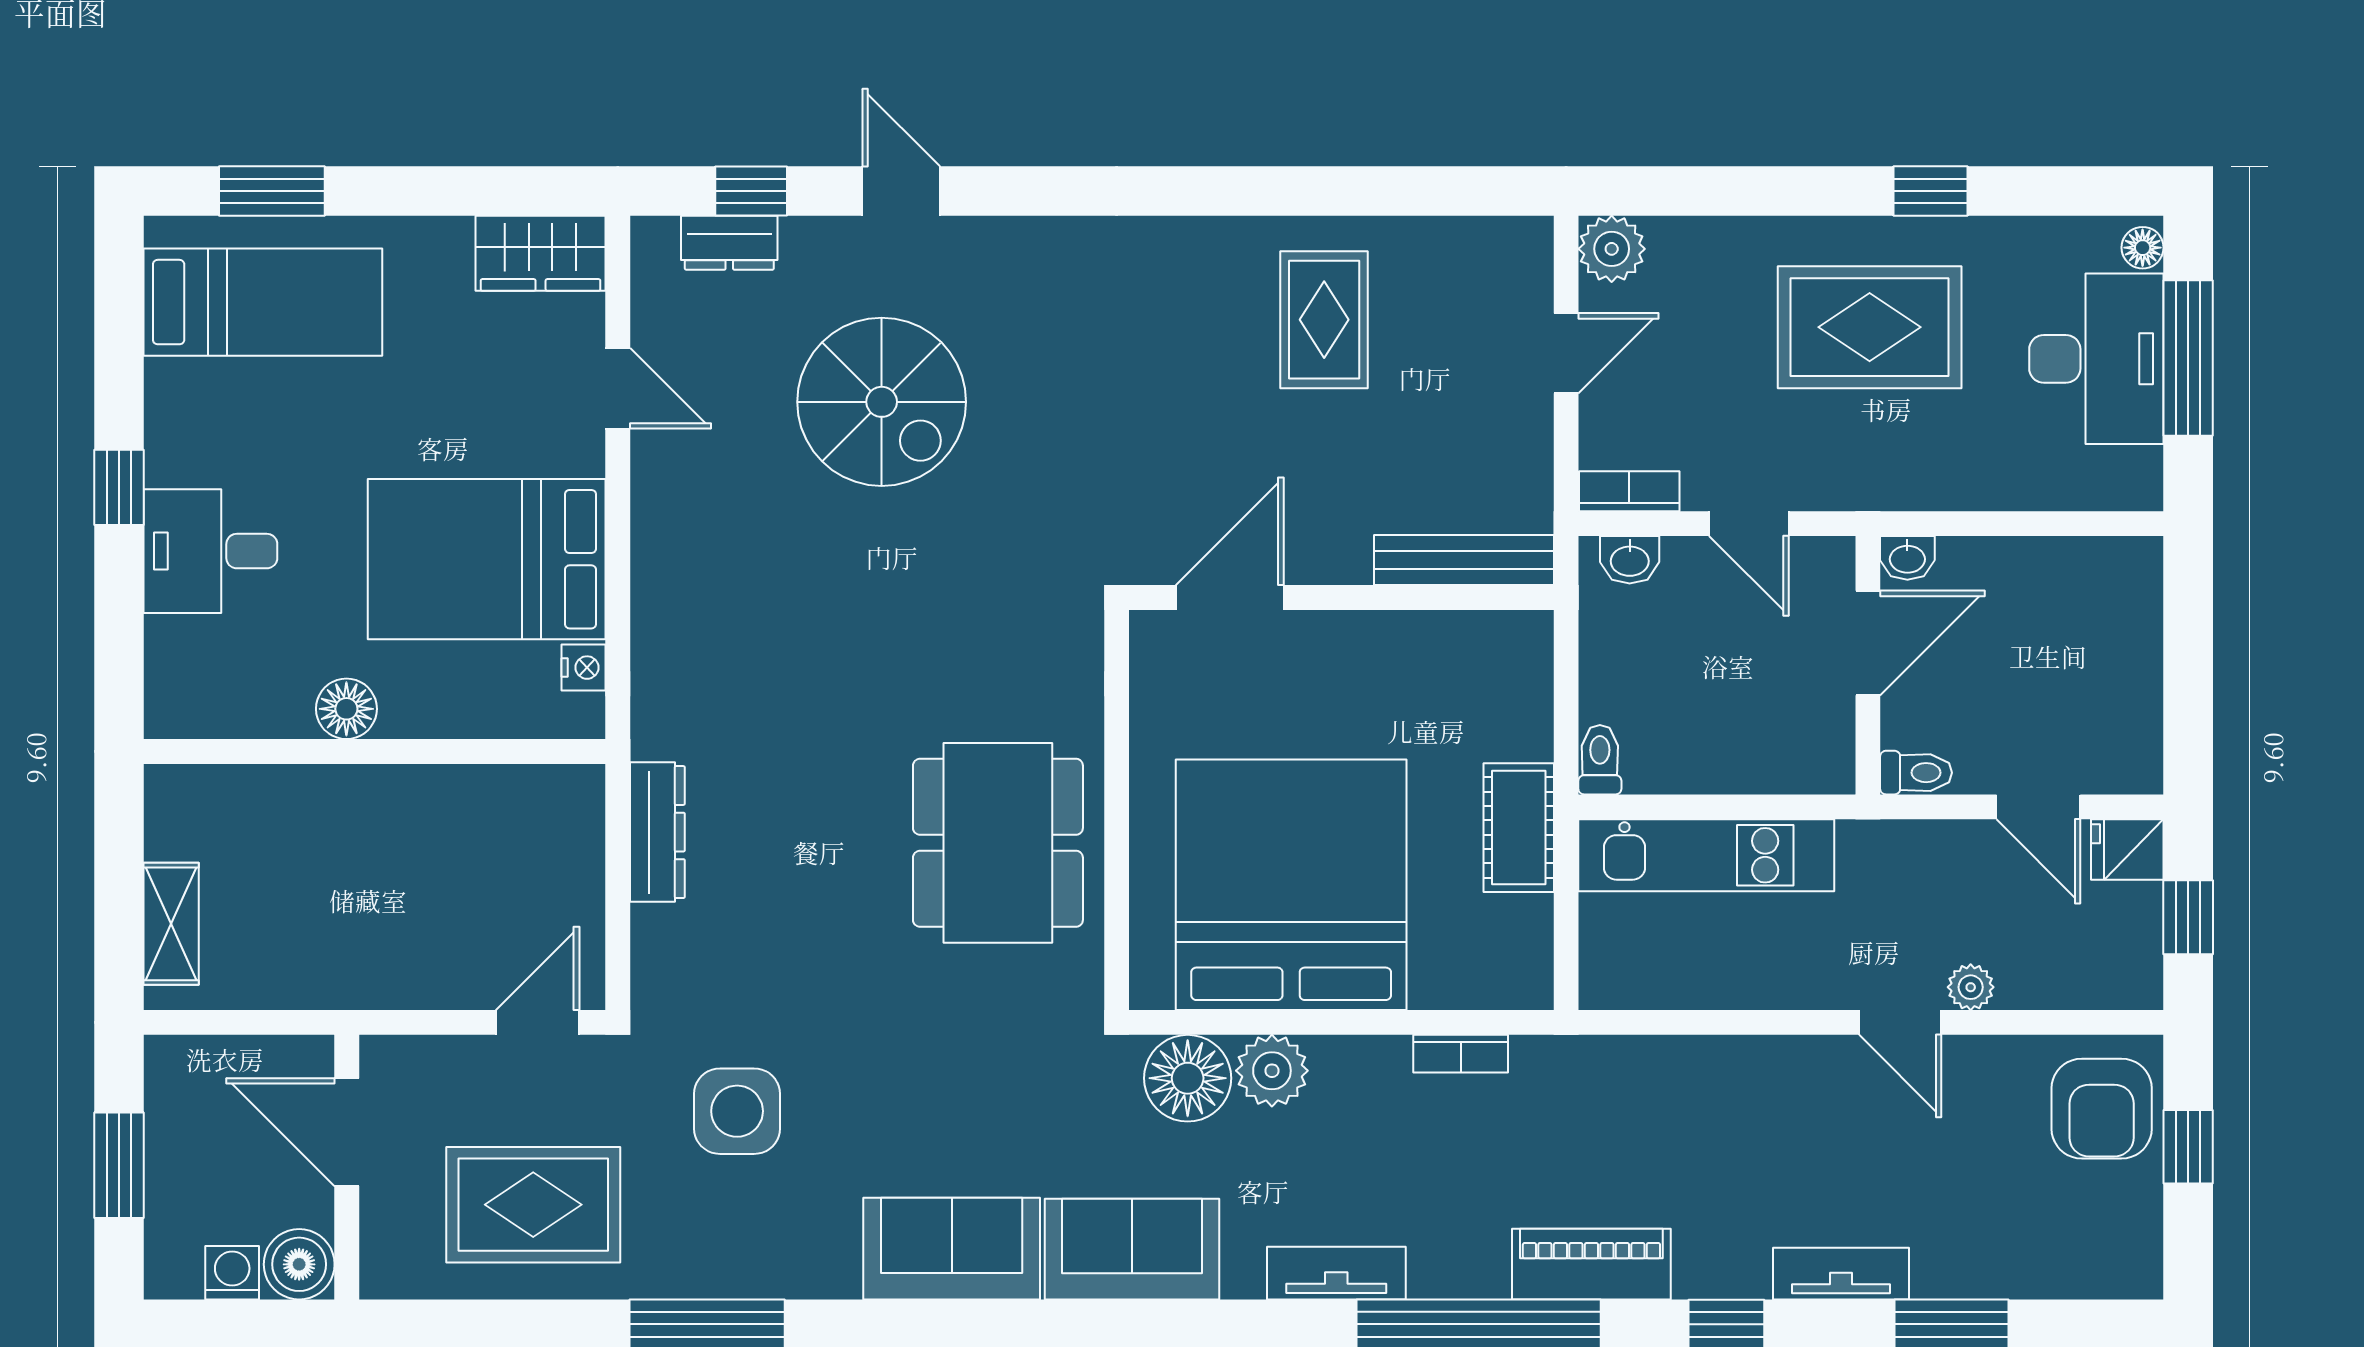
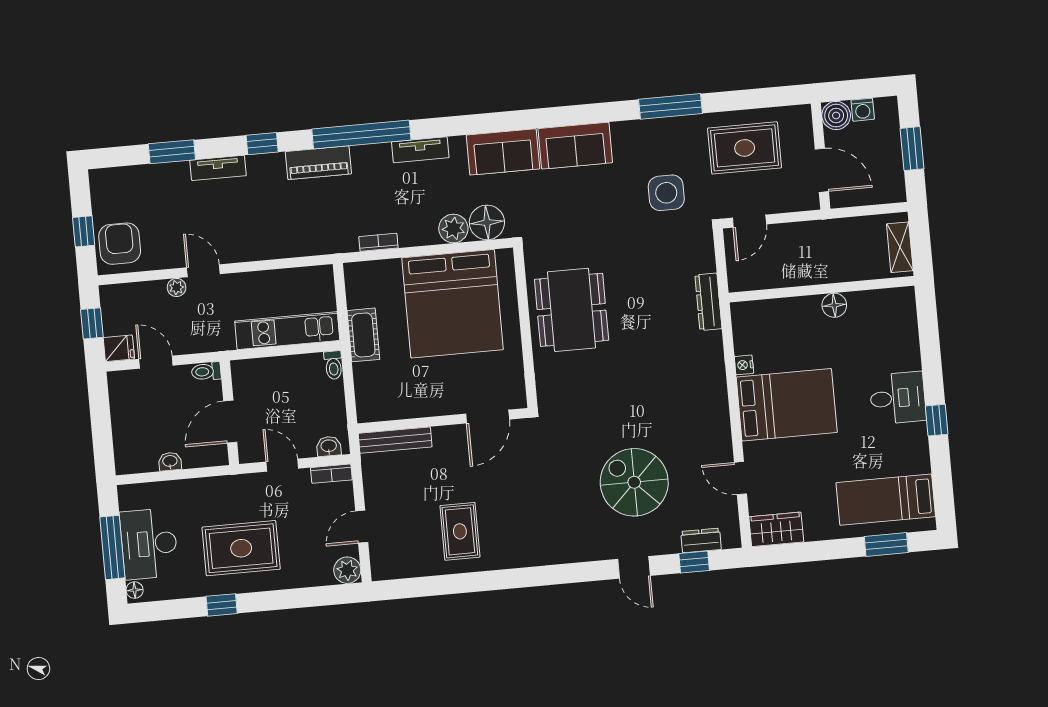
washbasin: (1907, 558) -> (170, 461), moved
floor lamp: (346, 709) -> (834, 305), moved
wall: (374, 751) -> (821, 289), moved

